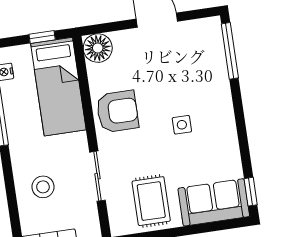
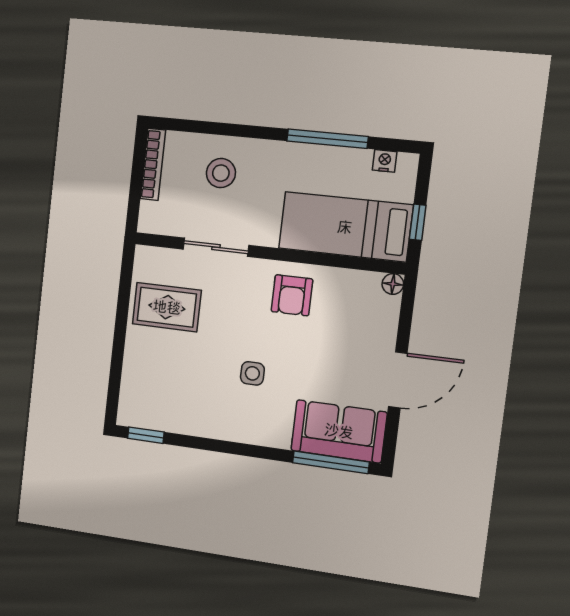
floor lamp: (98, 48) -> (393, 284), width x0.53, depth x0.53
armchair: (117, 111) -> (292, 295), width x0.72, depth x0.72
sofa: (214, 202) -> (339, 431), moved, turned -90

